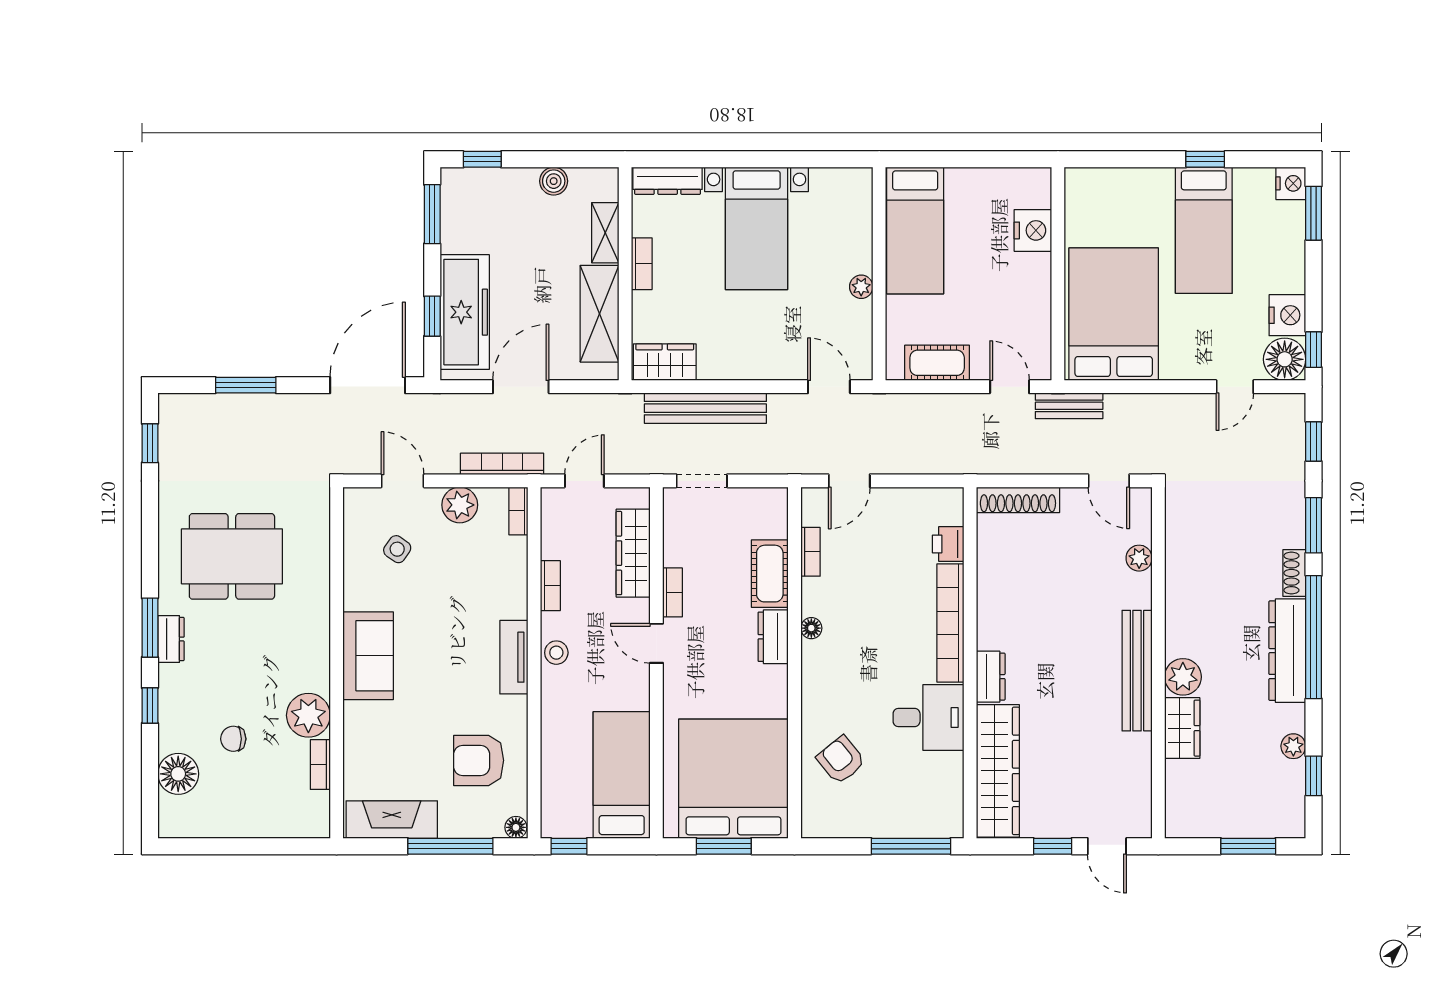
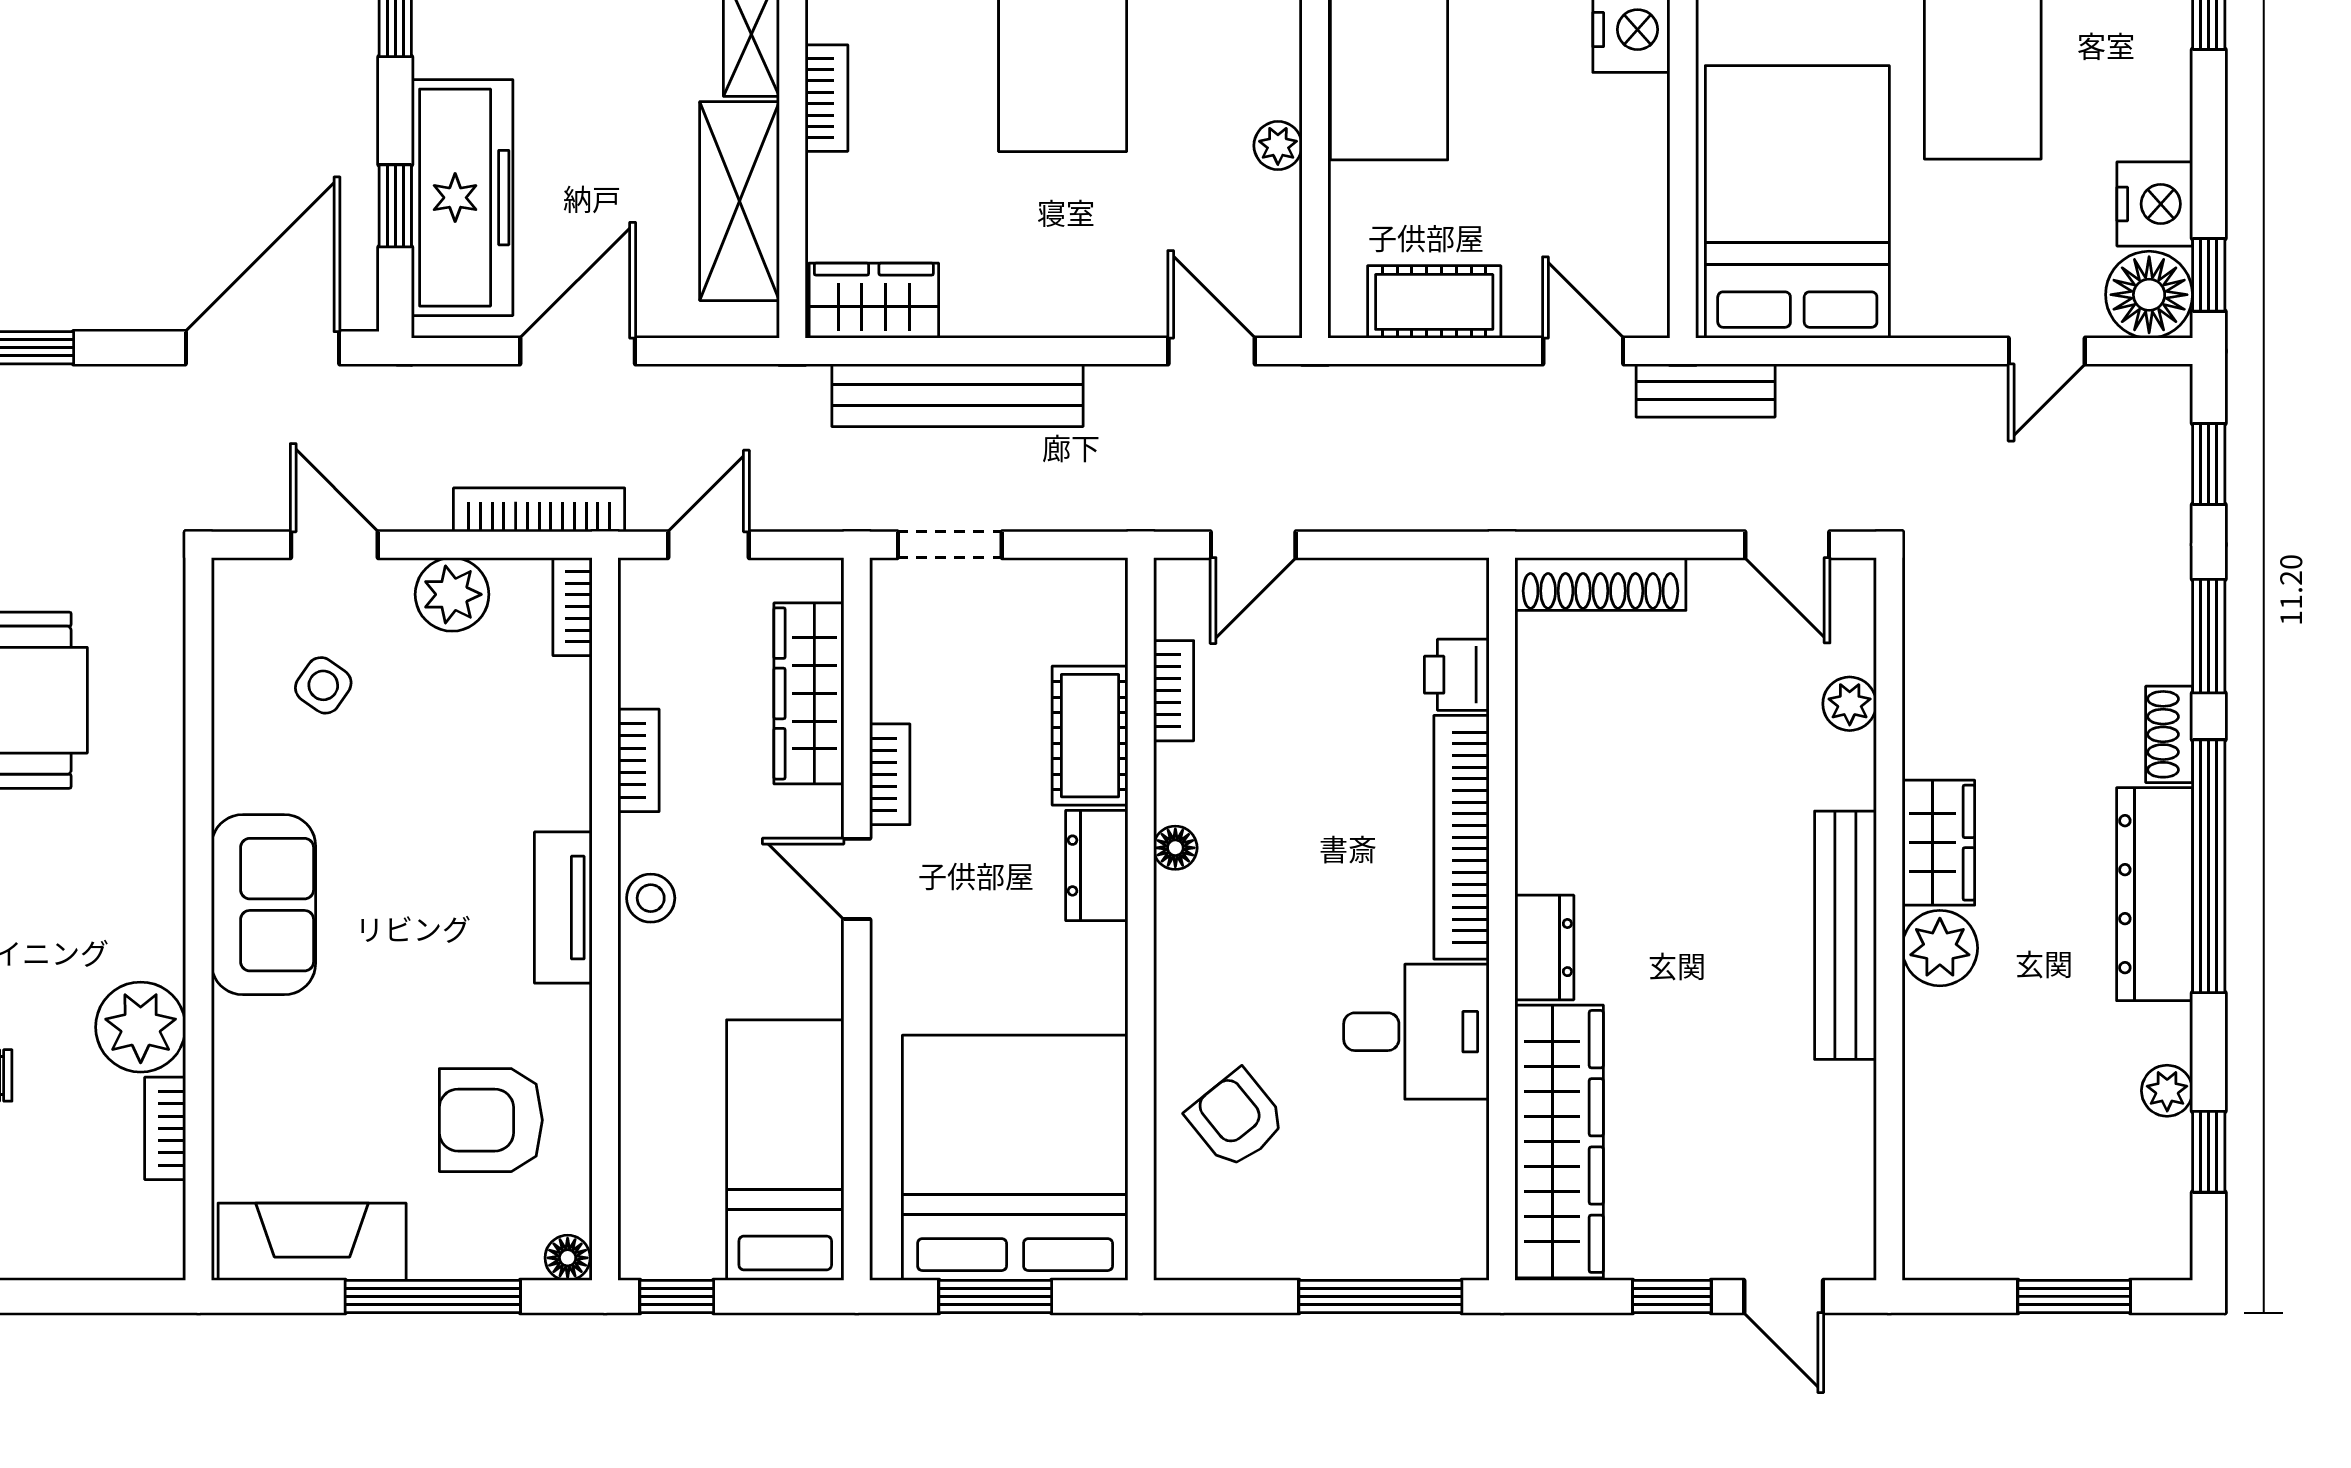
wardrobe: (1182, 728) -> (1938, 843), moved

